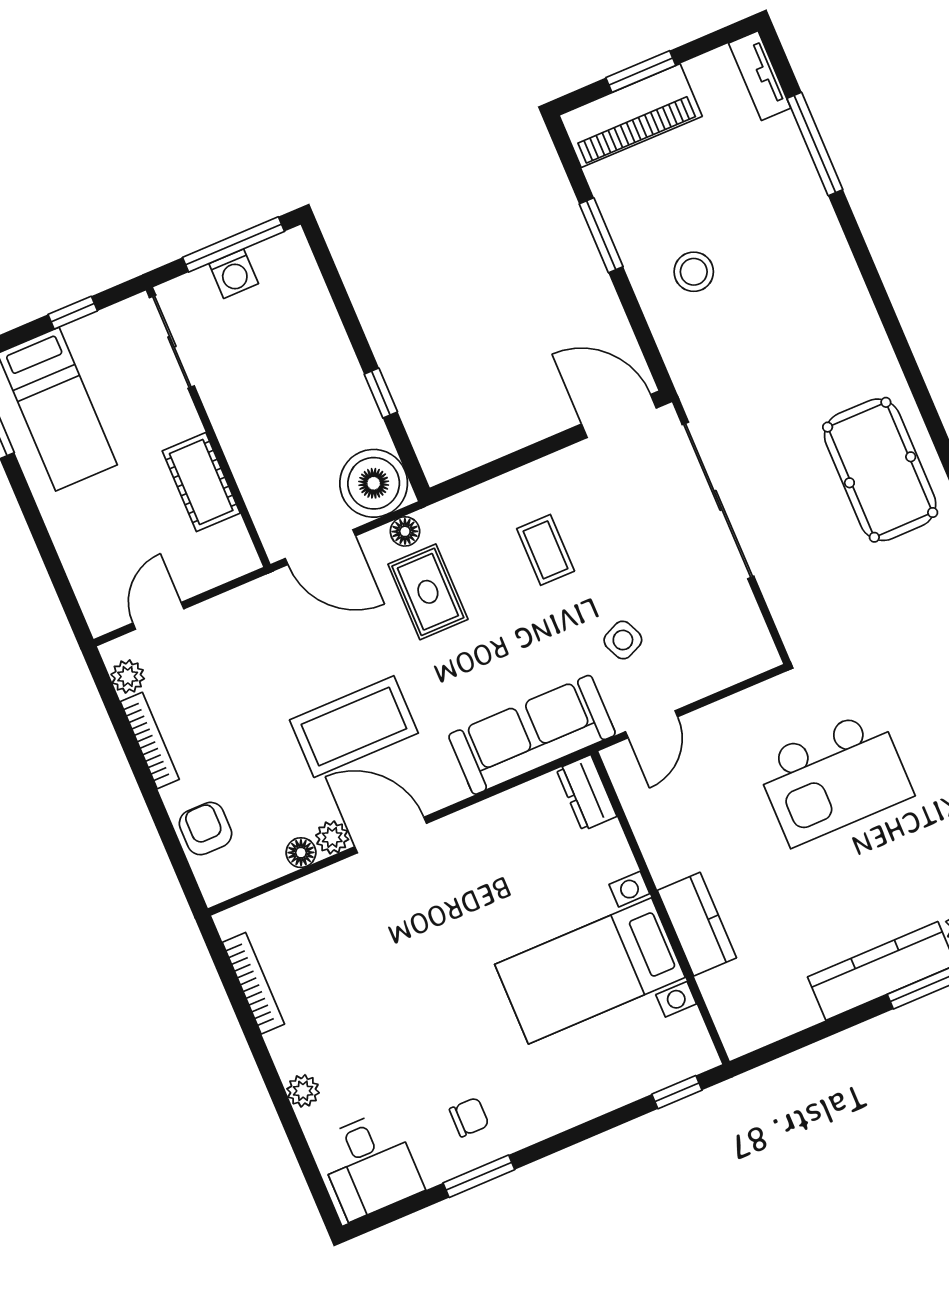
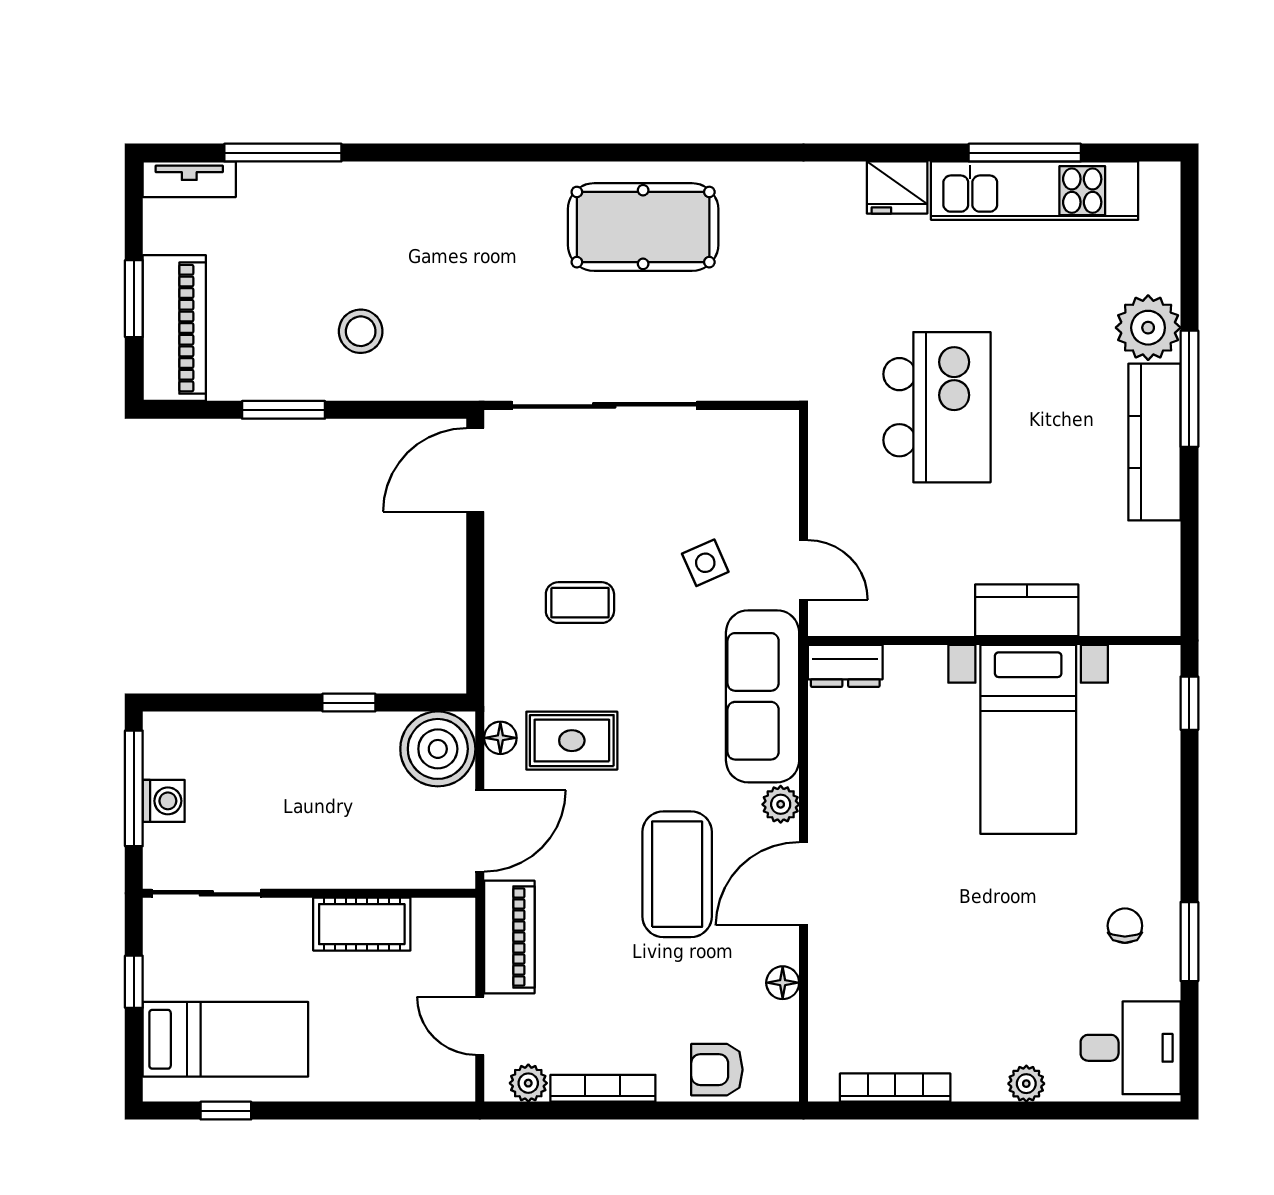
piano: (243, 609) -> (509, 937), added
plant: (332, 837) -> (781, 804), moved

